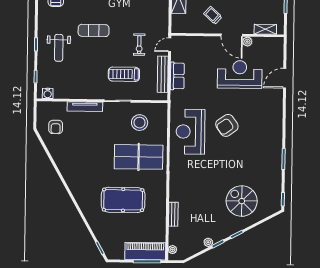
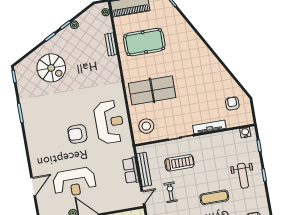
weight bench: (59, 48) -> (243, 176), turned 180
stool: (140, 123) -> (146, 126), moved
armchair: (227, 125) -> (77, 134), turned -145
pool table: (123, 200) -> (144, 42), moved

